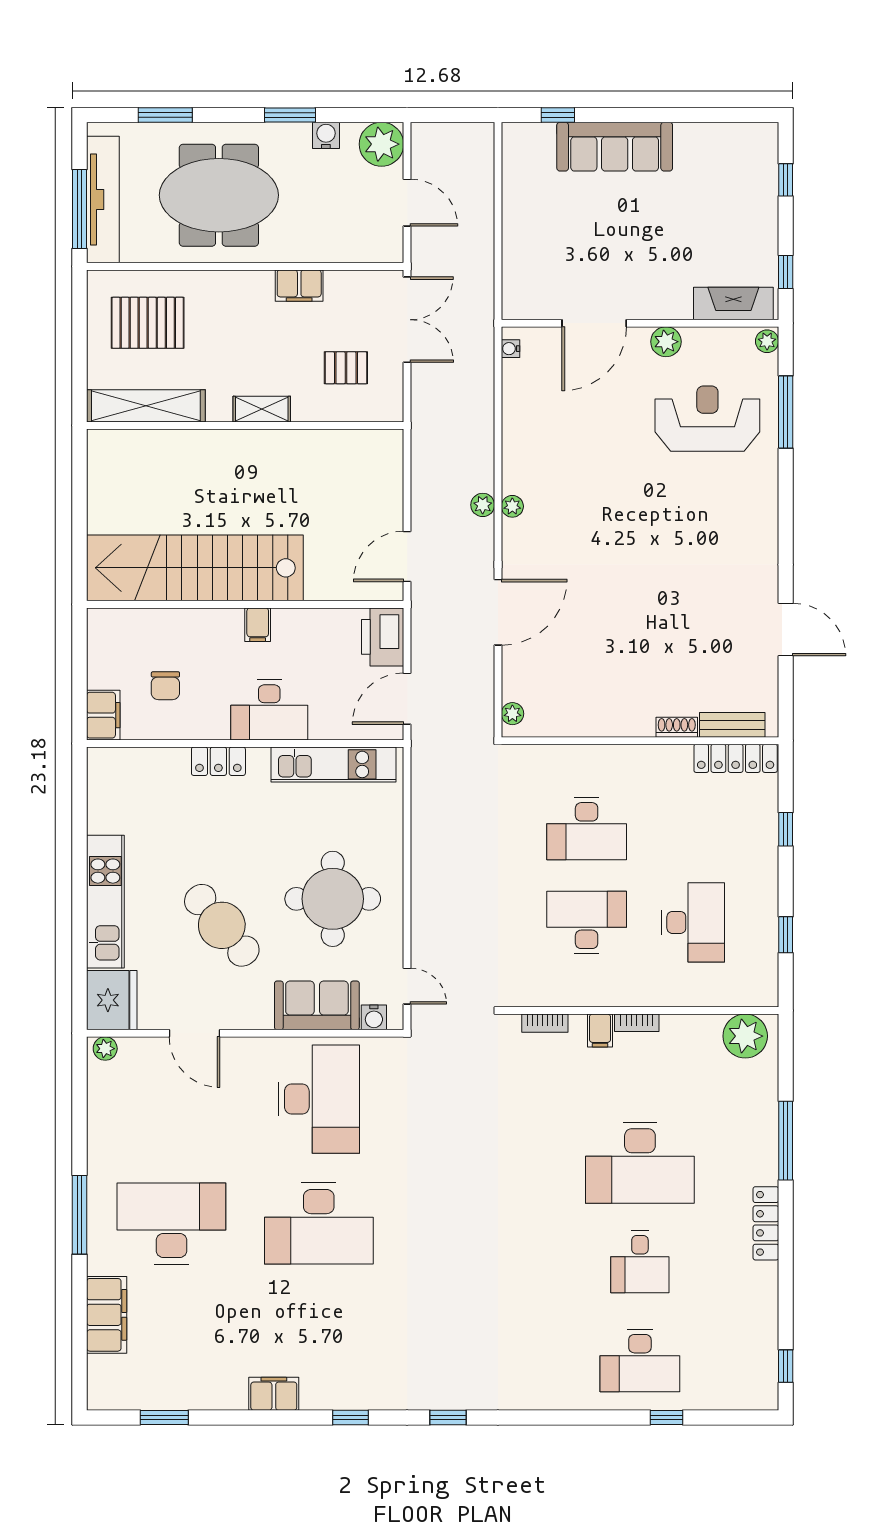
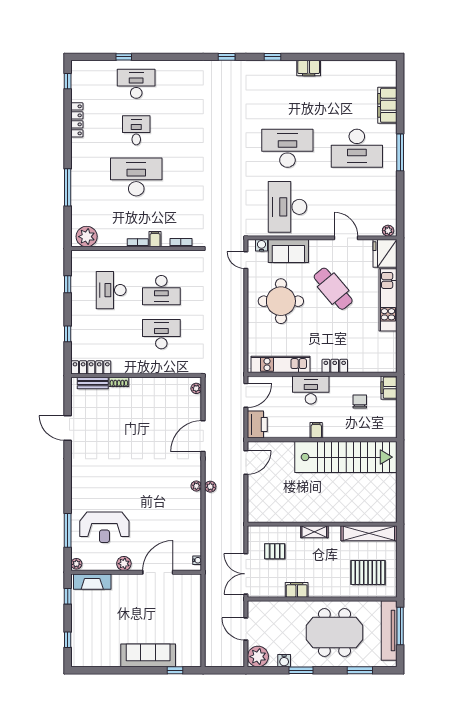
locker: (766, 1223) -> (77, 120), moved
window: (164, 1418) -> (360, 57), removed

